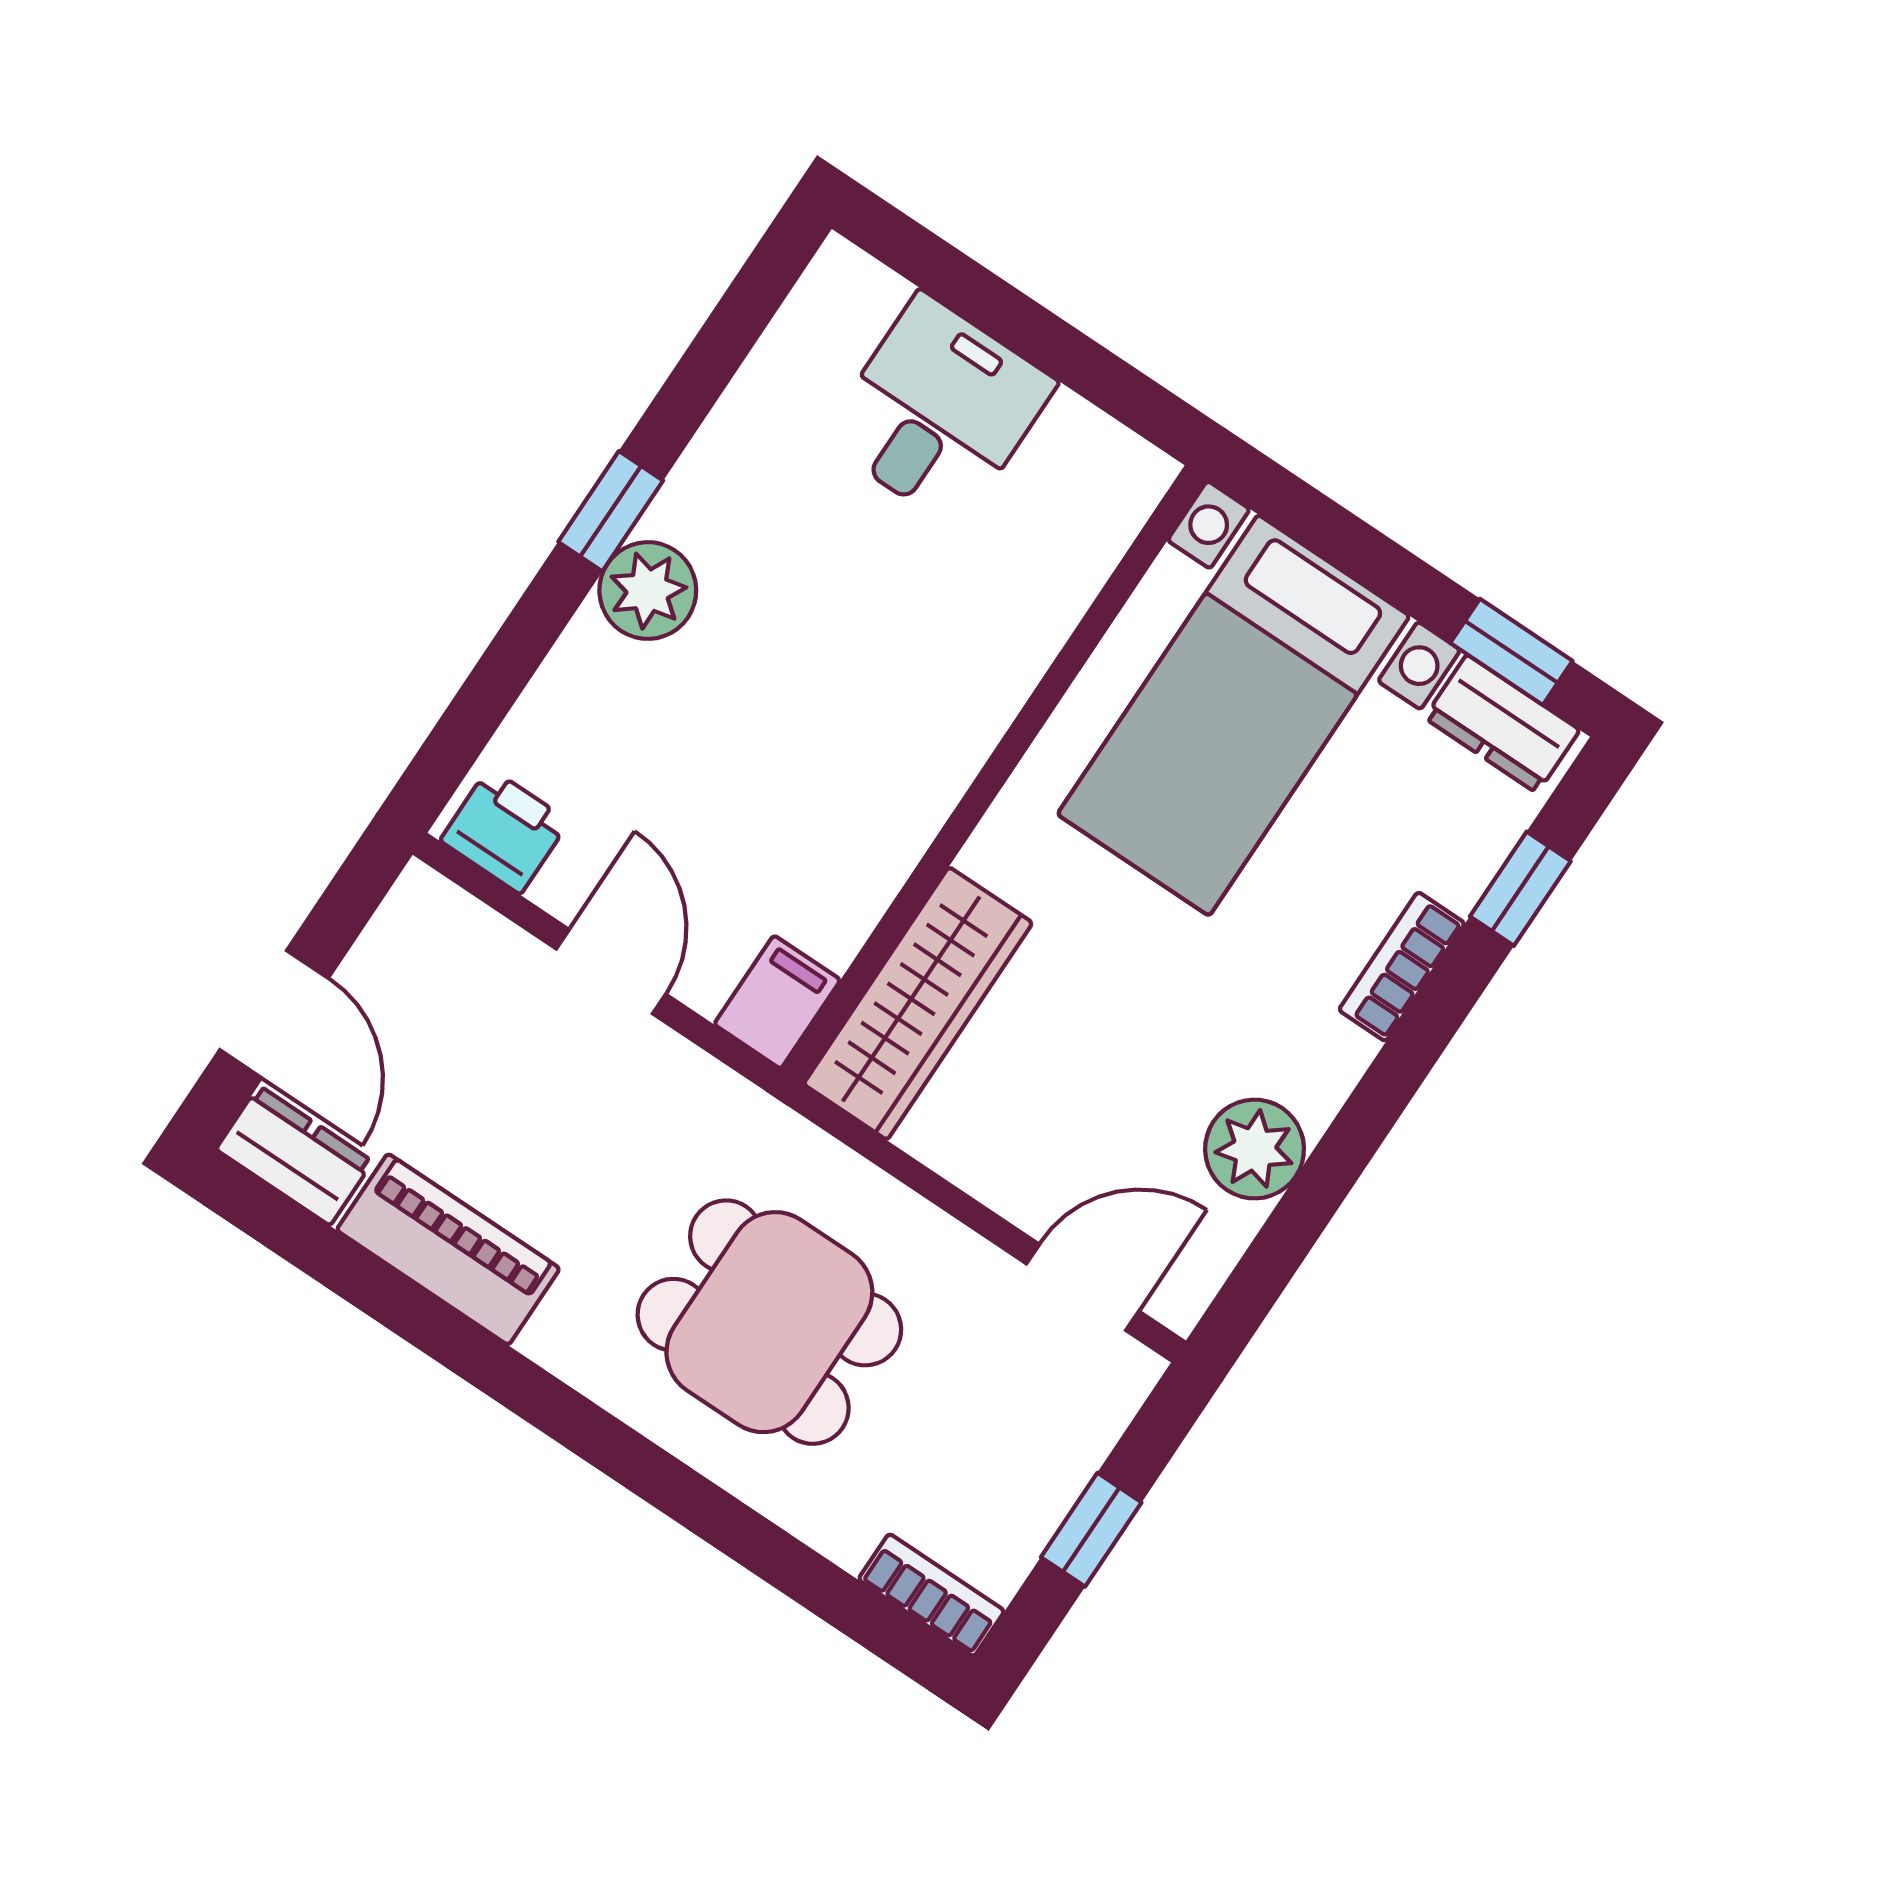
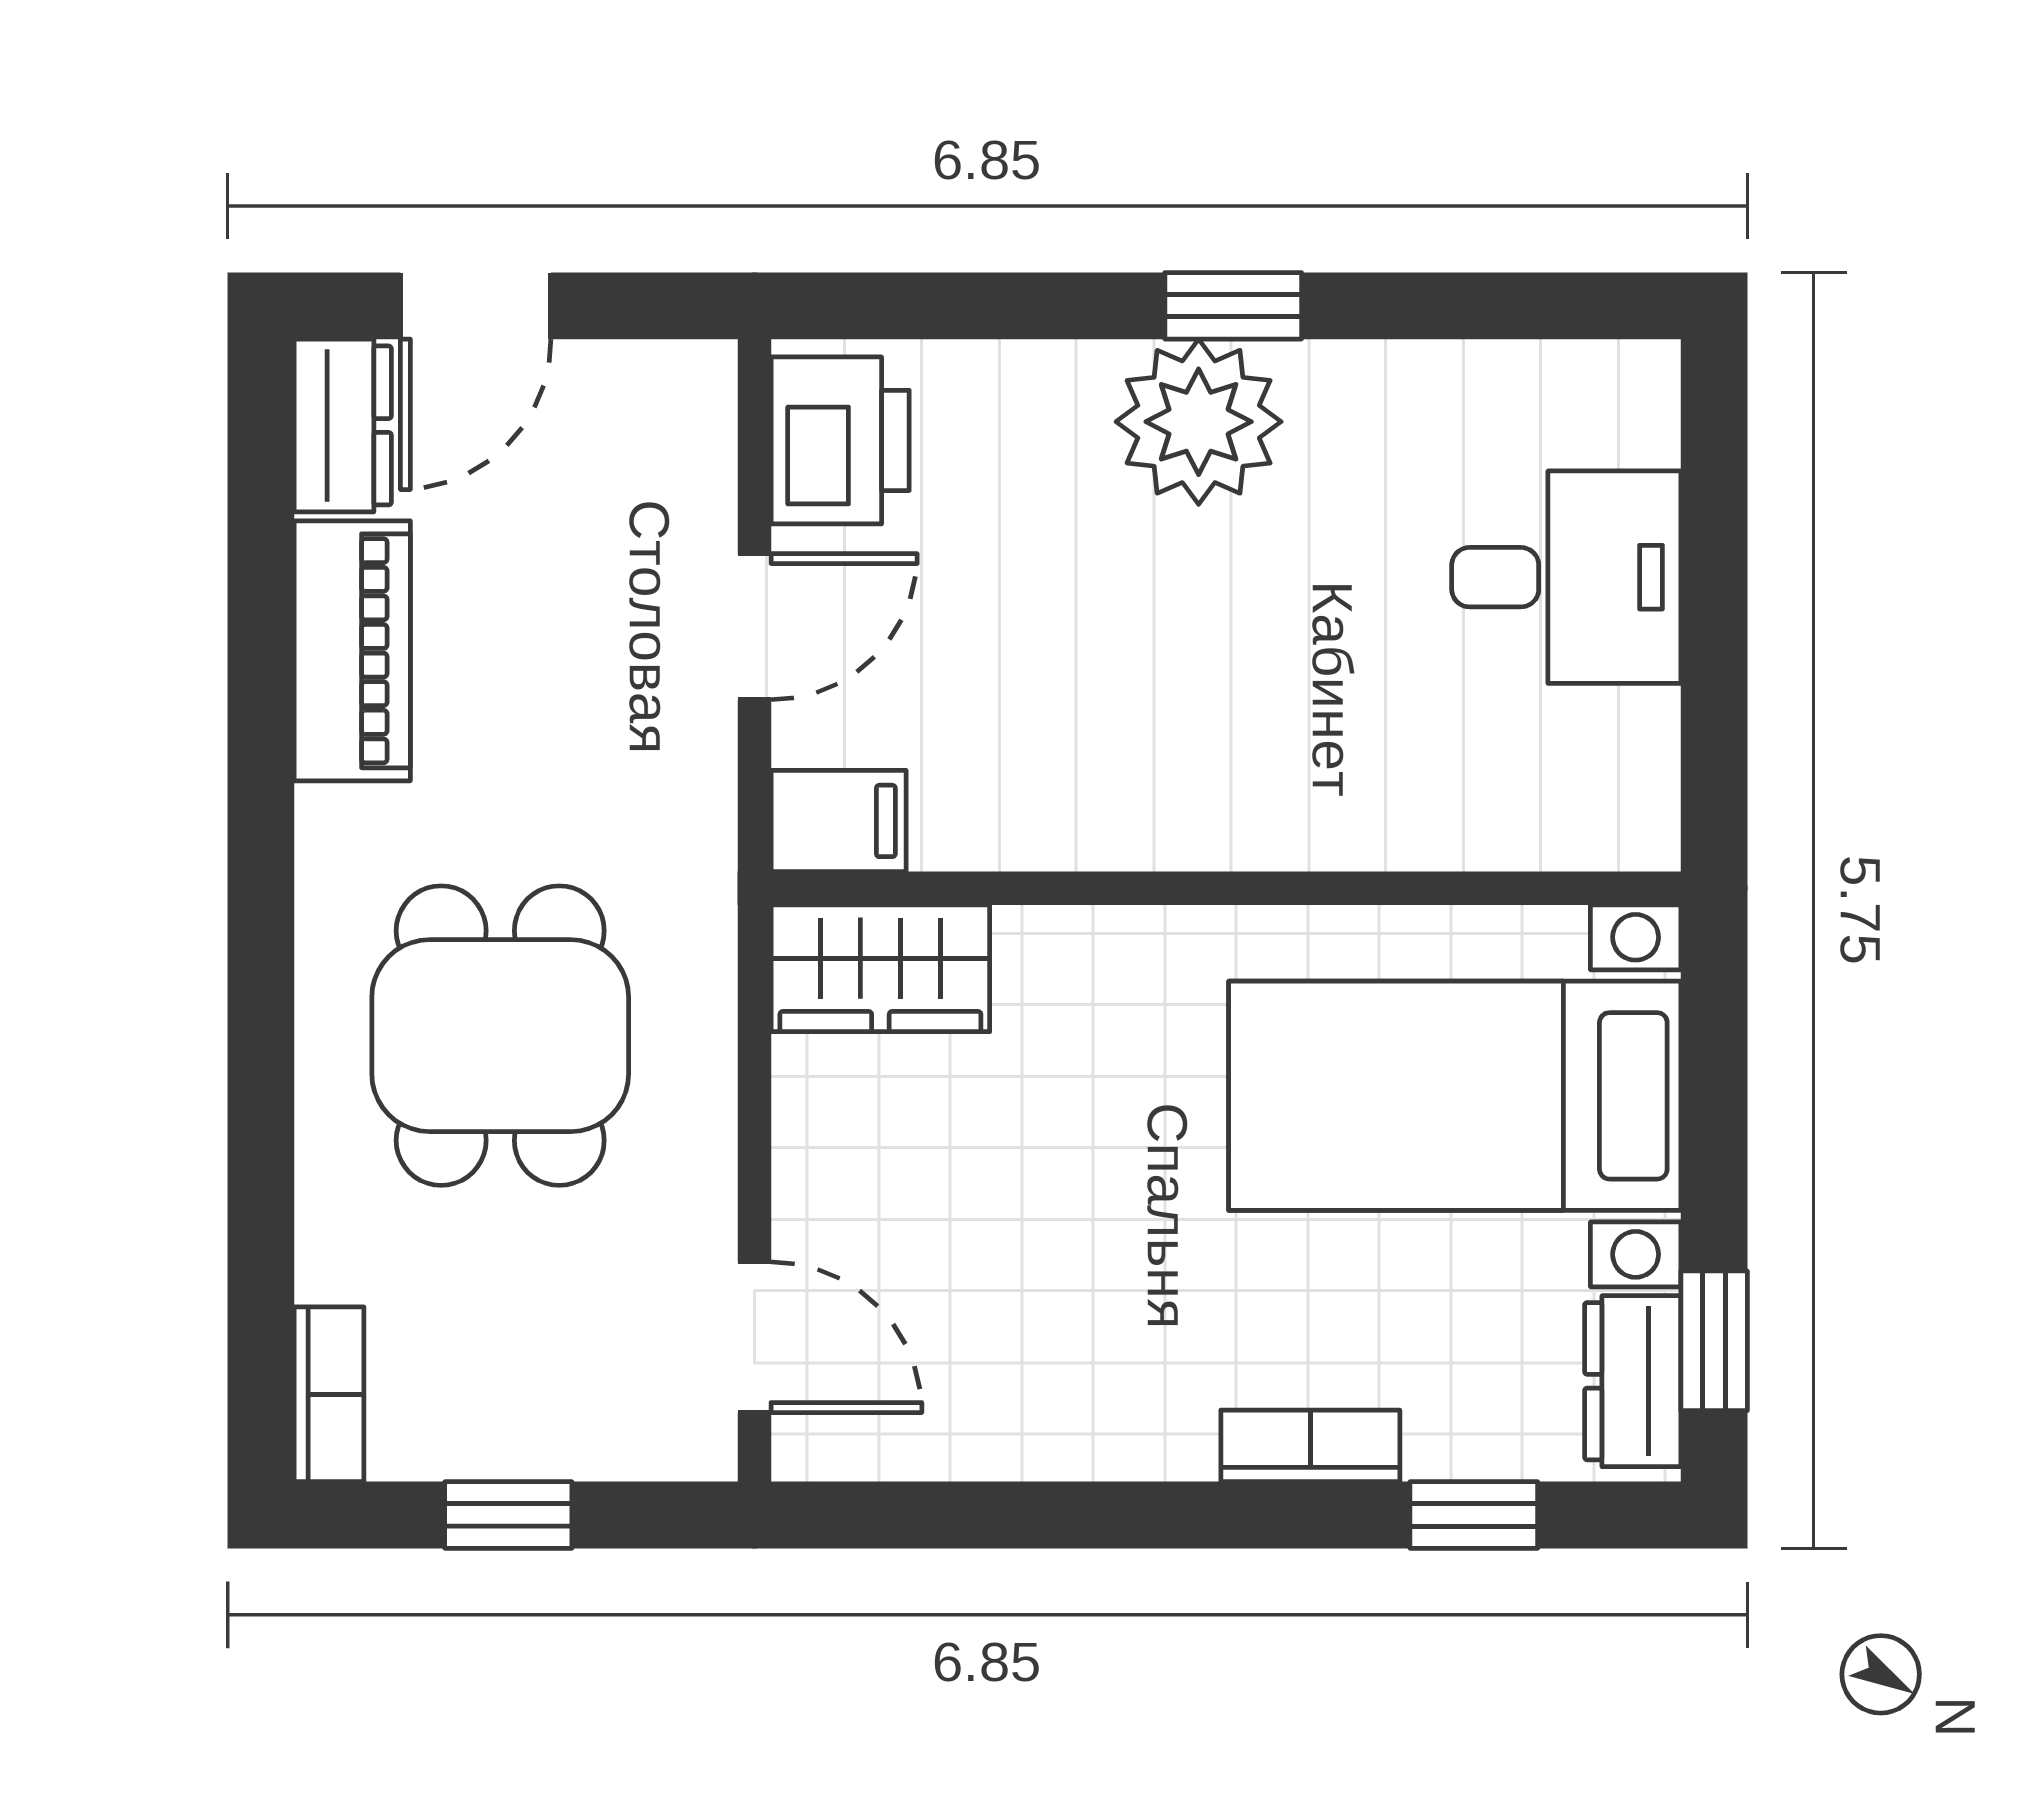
plant: (648, 591) -> (1199, 422), width x1.36, depth x1.36
printer: (505, 831) -> (840, 440), width x1.36, depth x1.24
wardrobe: (918, 1003) -> (880, 968), width x0.67
plant: (1255, 1149) -> (1018, 1420), removed

